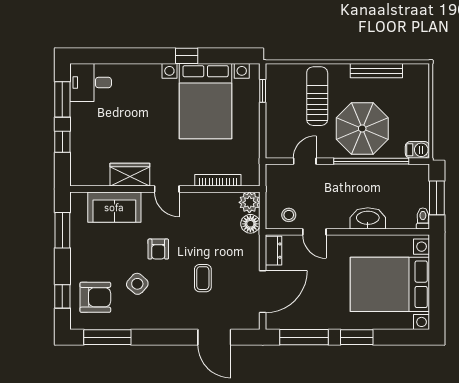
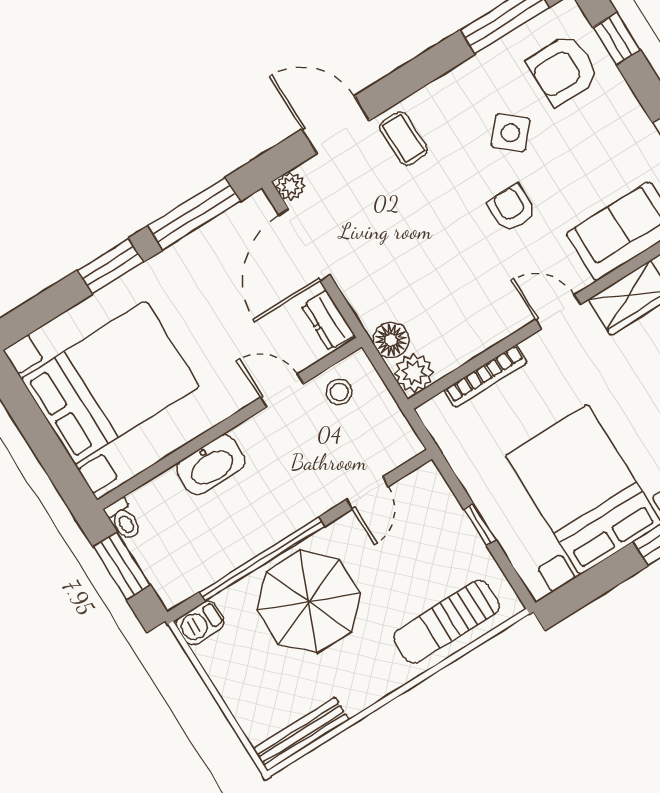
bench: (376, 71) -> (301, 734), moved
window: (263, 91) -> (480, 525), moved
sun lounger: (317, 96) -> (447, 622), moved, turned 90
coffee table: (203, 278) -> (404, 138), moved
plant: (252, 322) -> (291, 186), added

